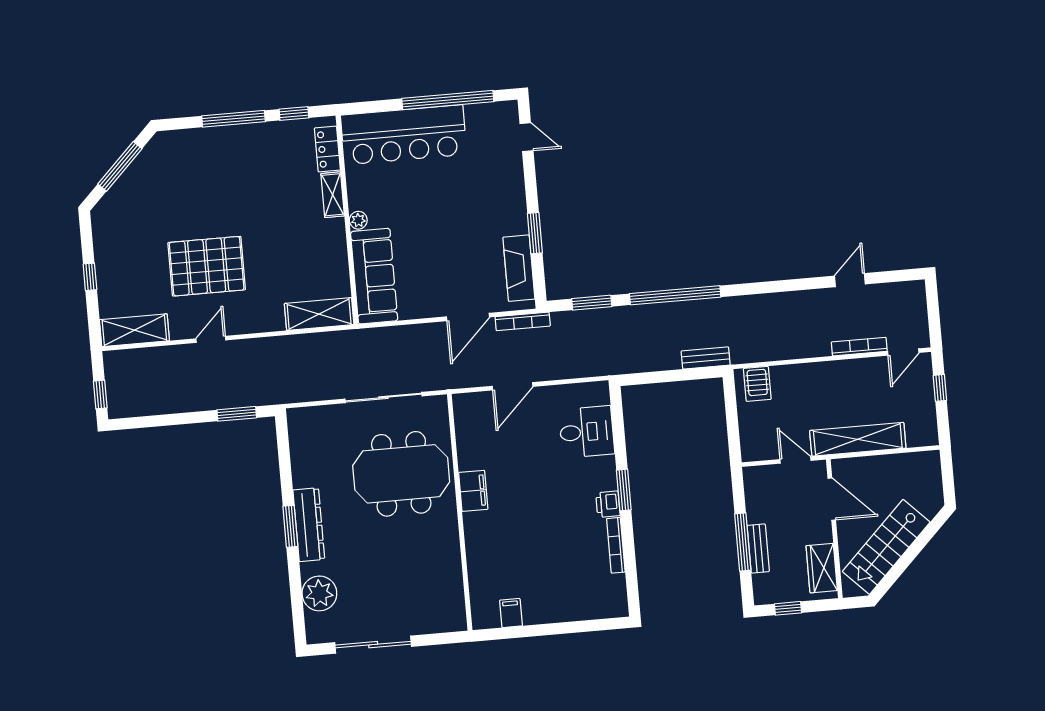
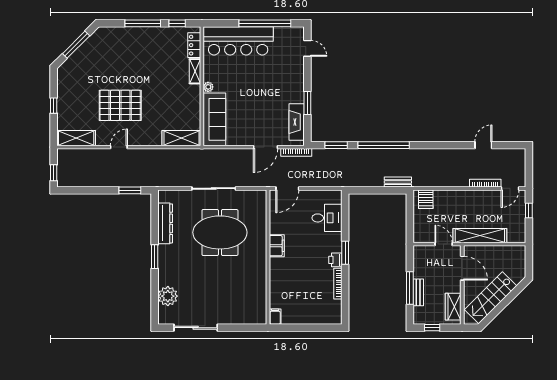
filing cabinet: (473, 491) -> (277, 246), moved
wall: (460, 512) -> (268, 257), moved
dresser: (309, 525) -> (165, 223), moved

